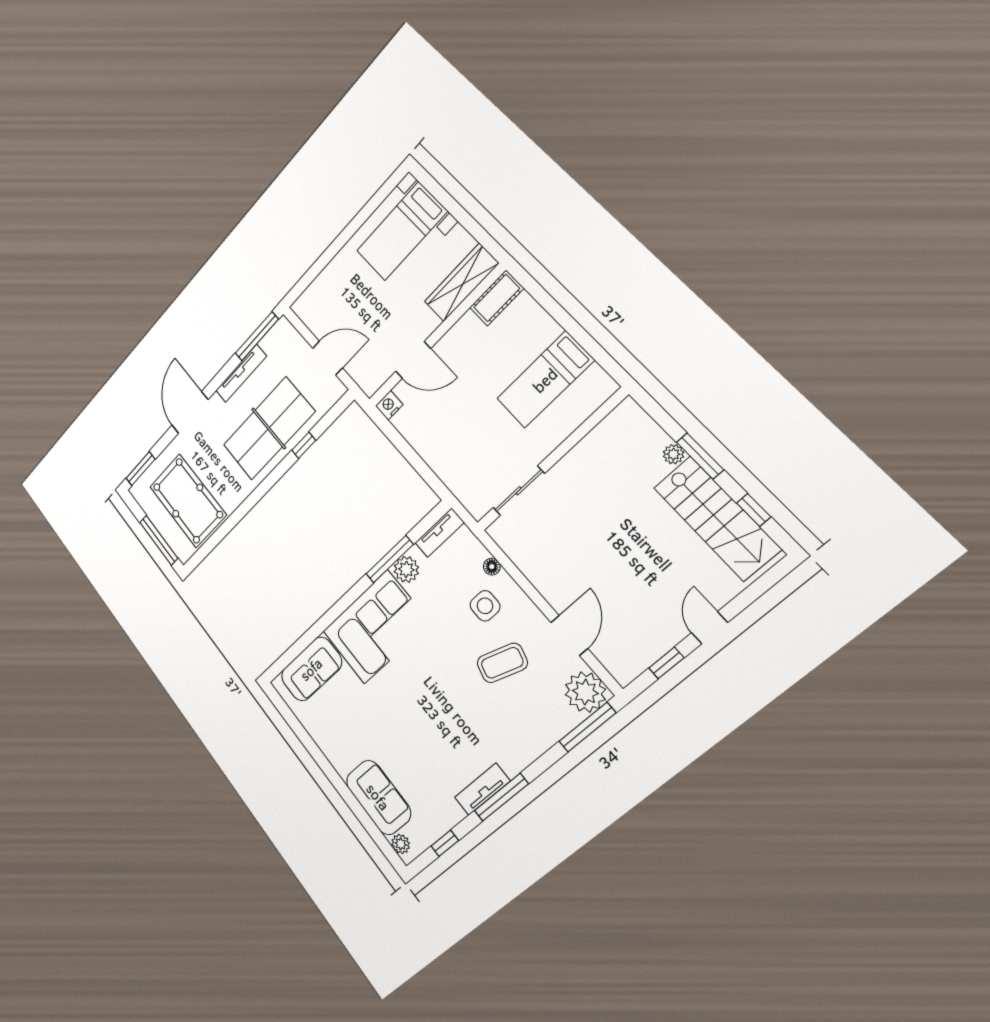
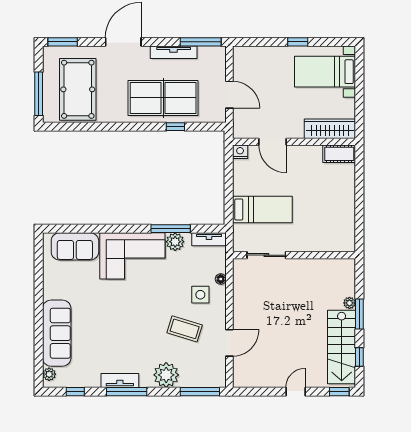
window: (347, 233) -> (298, 42), added
bed: (545, 380) -> (262, 210), moved, turned 180
window: (666, 663) -> (339, 392), moved
plant: (585, 692) -> (166, 375), moved
sofa: (378, 797) -> (57, 333), width x1.36

